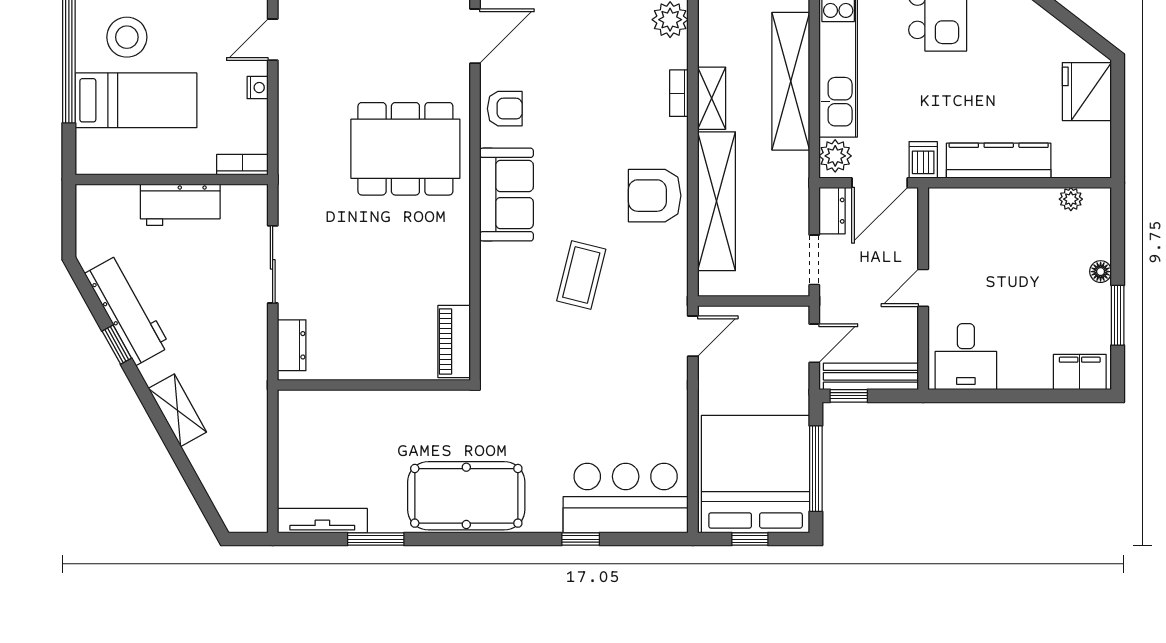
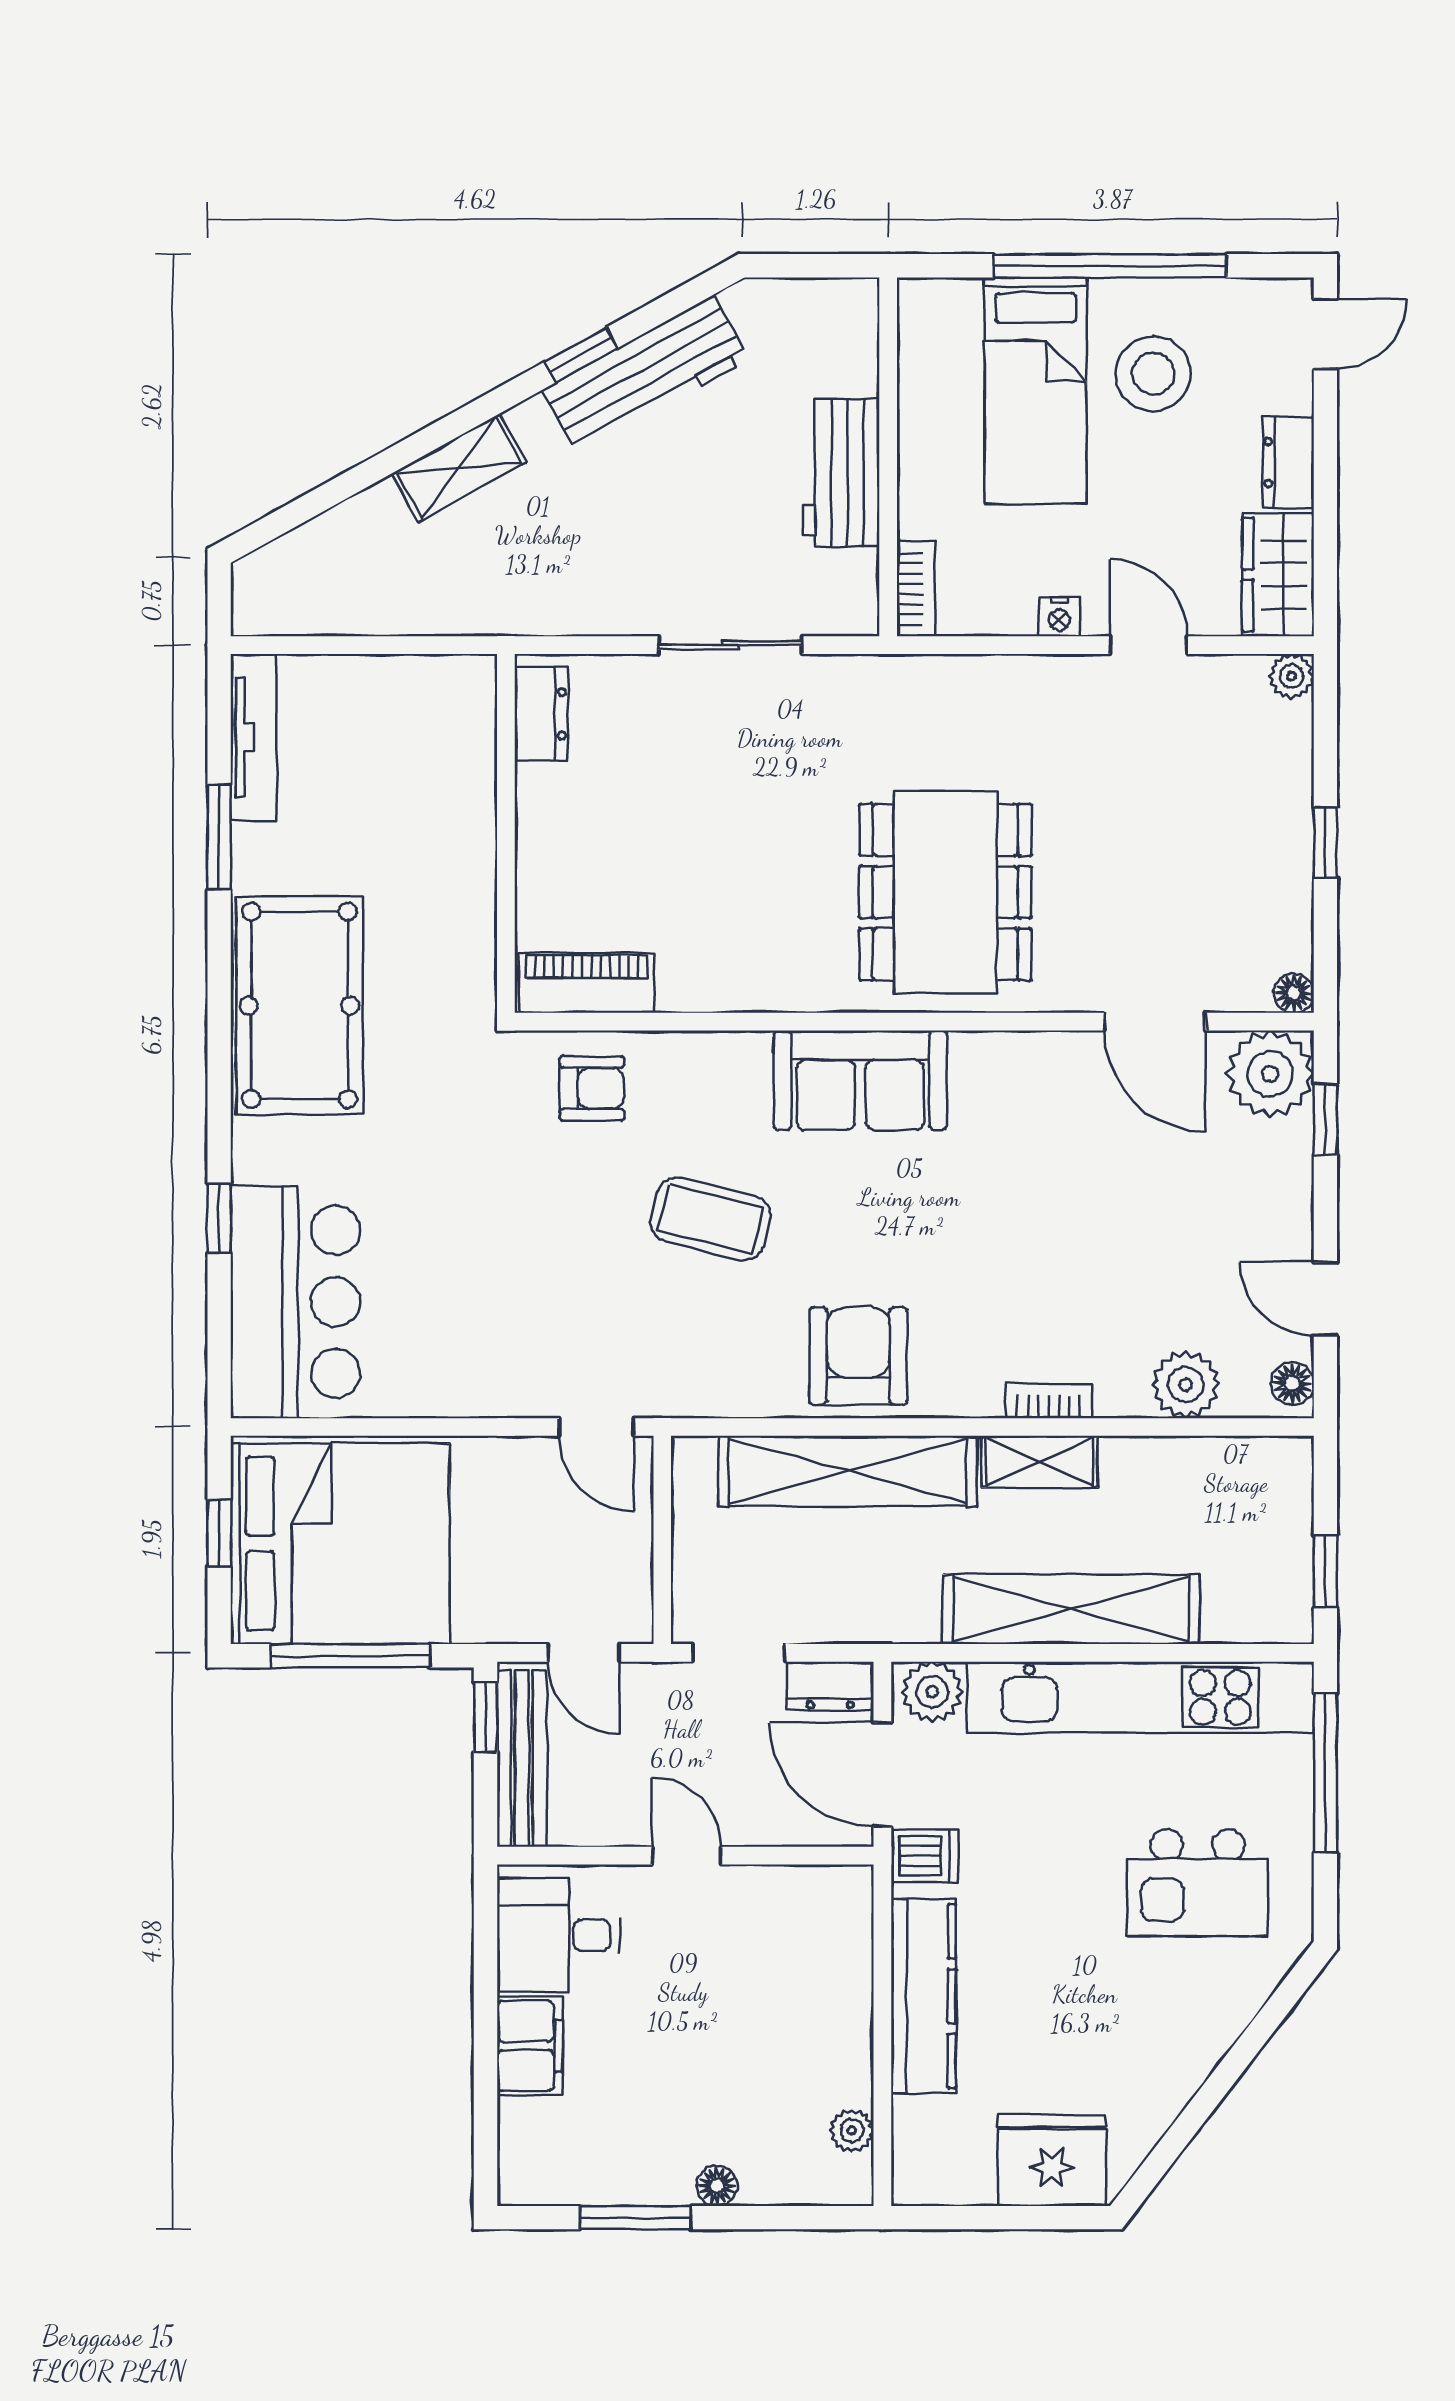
armchair: (505, 109) -> (592, 1088), moved, turned -90
dresser: (292, 345) -> (541, 714), moved, turned -90
filing cabinet: (1080, 372) -> (530, 2046), moved

